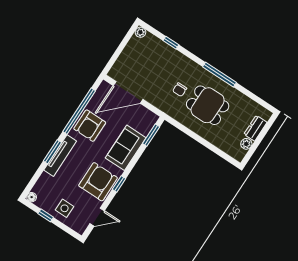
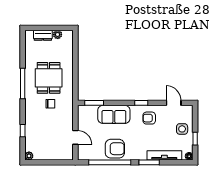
door: (128, 92) -> (75, 137), width x0.53
tv unit: (60, 156) -> (164, 155), moved
armchair: (98, 182) -> (149, 118), width x0.53, depth x0.53

